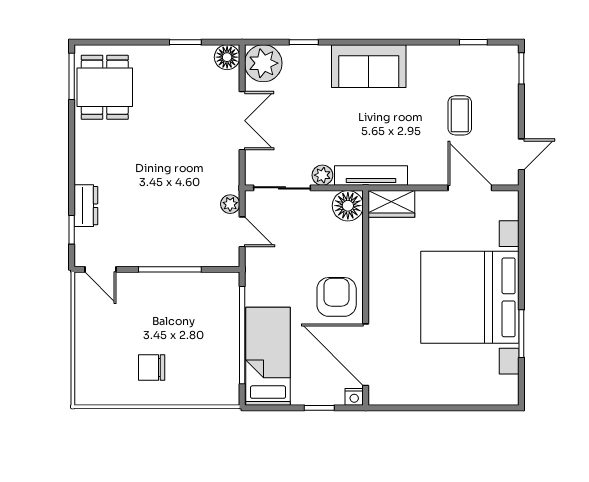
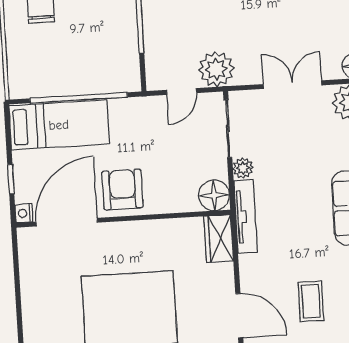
coffee table: (460, 115) -> (311, 301), turned 90
double door: (242, 121) -> (292, 85), swing flipped
door: (470, 188) -> (239, 316), hinge flipped
plant: (230, 204) -> (216, 69), width x1.87, depth x1.87
armchair: (337, 297) -> (122, 190), turned -90

